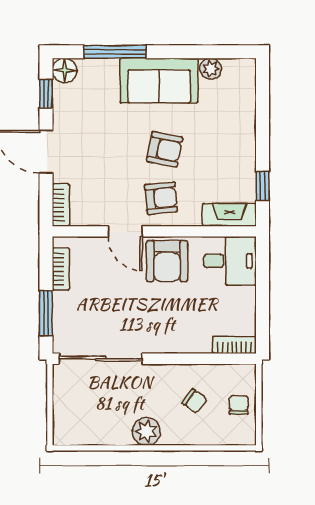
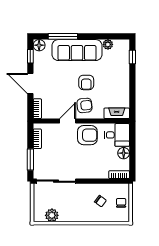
sofa: (159, 81) -> (77, 50), width x1.36
armchair: (165, 149) -> (86, 82), turned 79
window: (263, 186) -> (132, 57), moved
door: (125, 231) -> (68, 121), swing flipped
armchair: (167, 261) -> (87, 135), turned -90
floor lamp: (244, 299) -> (124, 153), added
plant: (146, 431) -> (52, 215), moved

